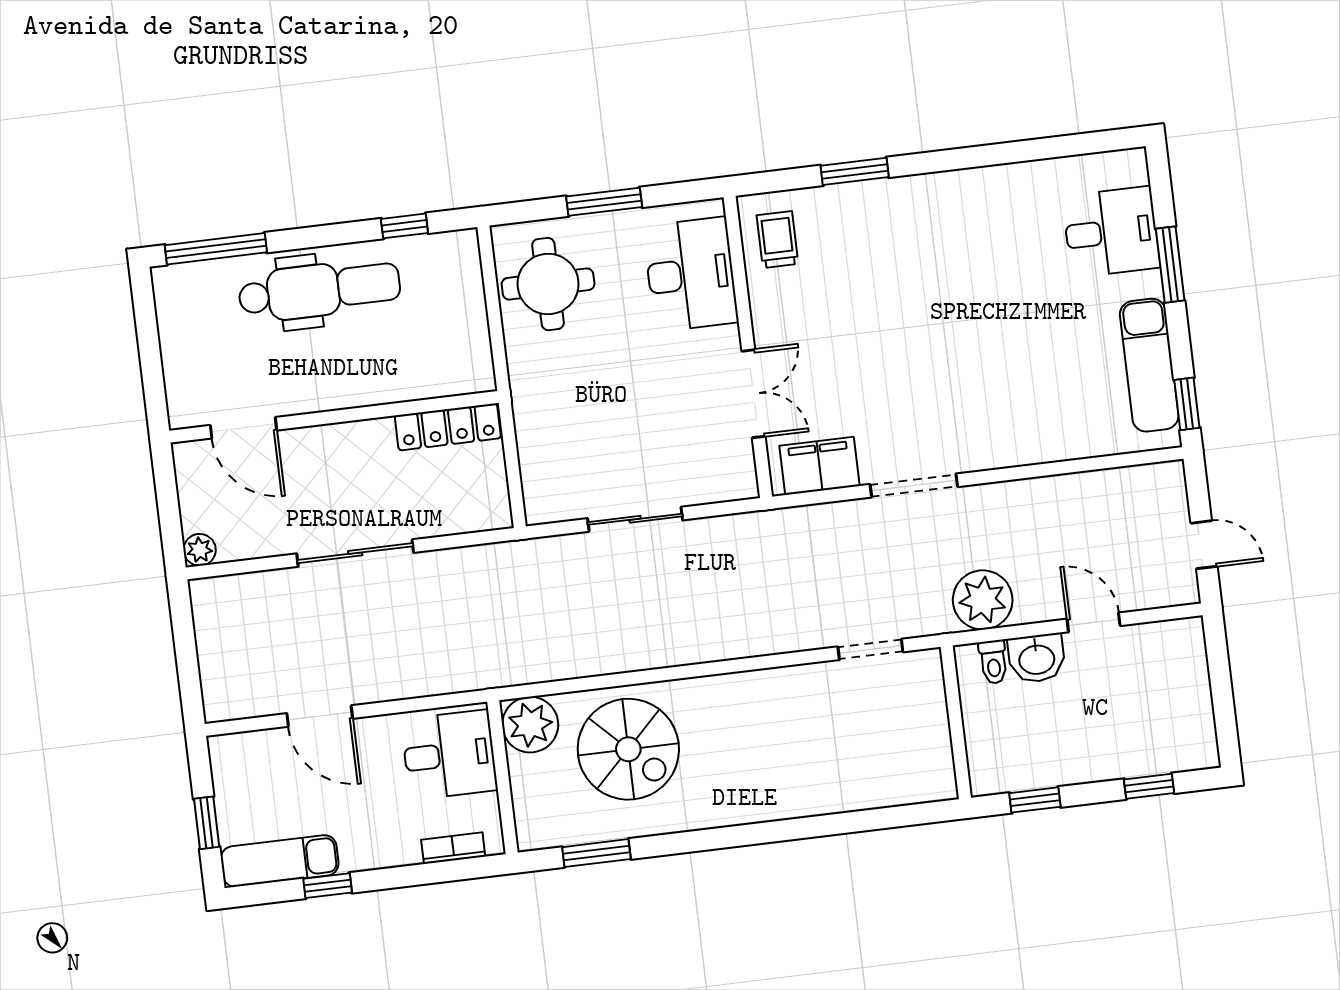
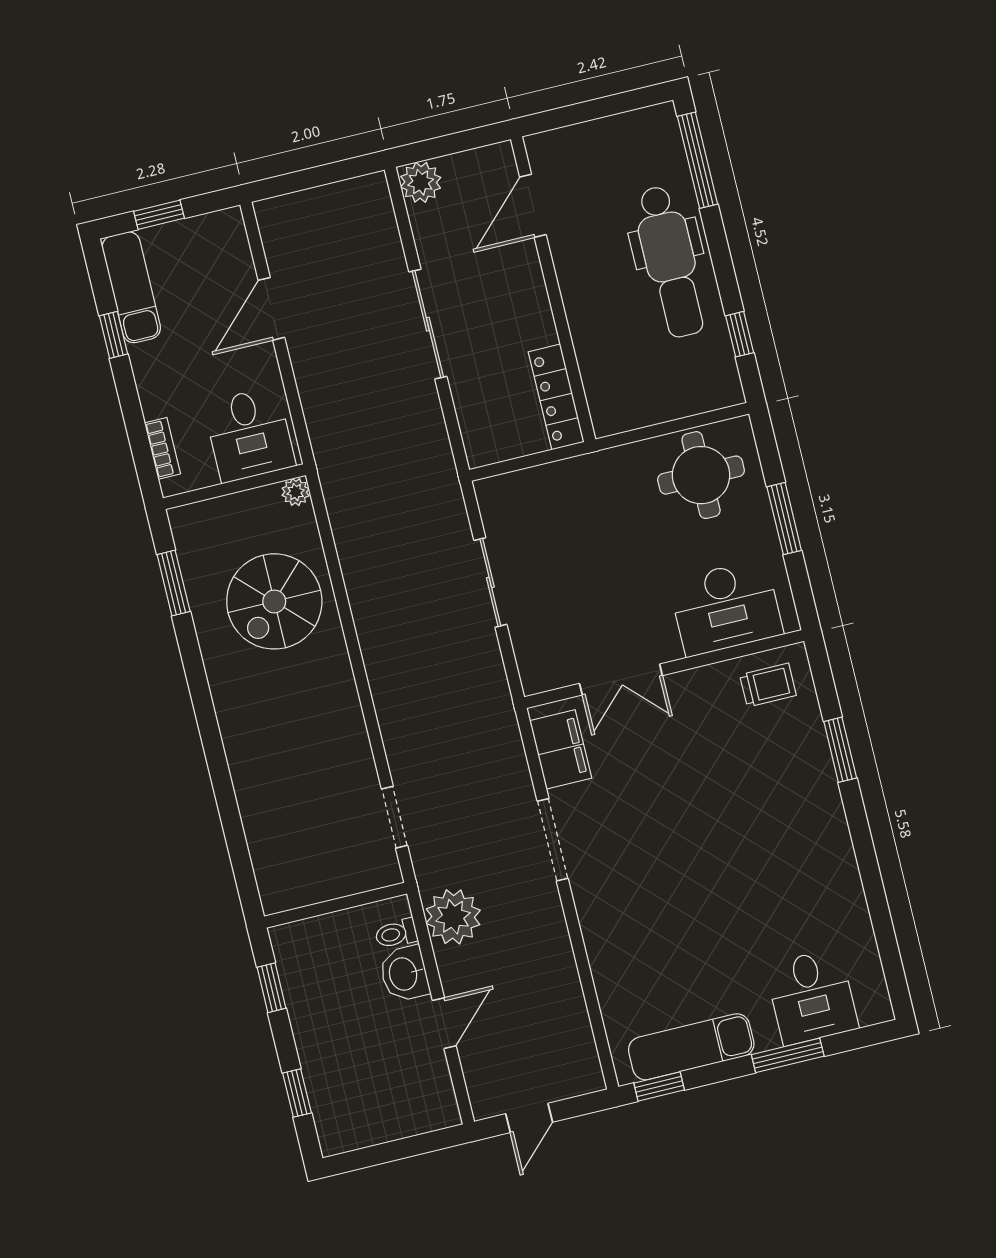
plant: (200, 550) -> (421, 182), width x1.38, depth x1.38
plant: (530, 725) -> (296, 492), width x0.53, depth x0.53

